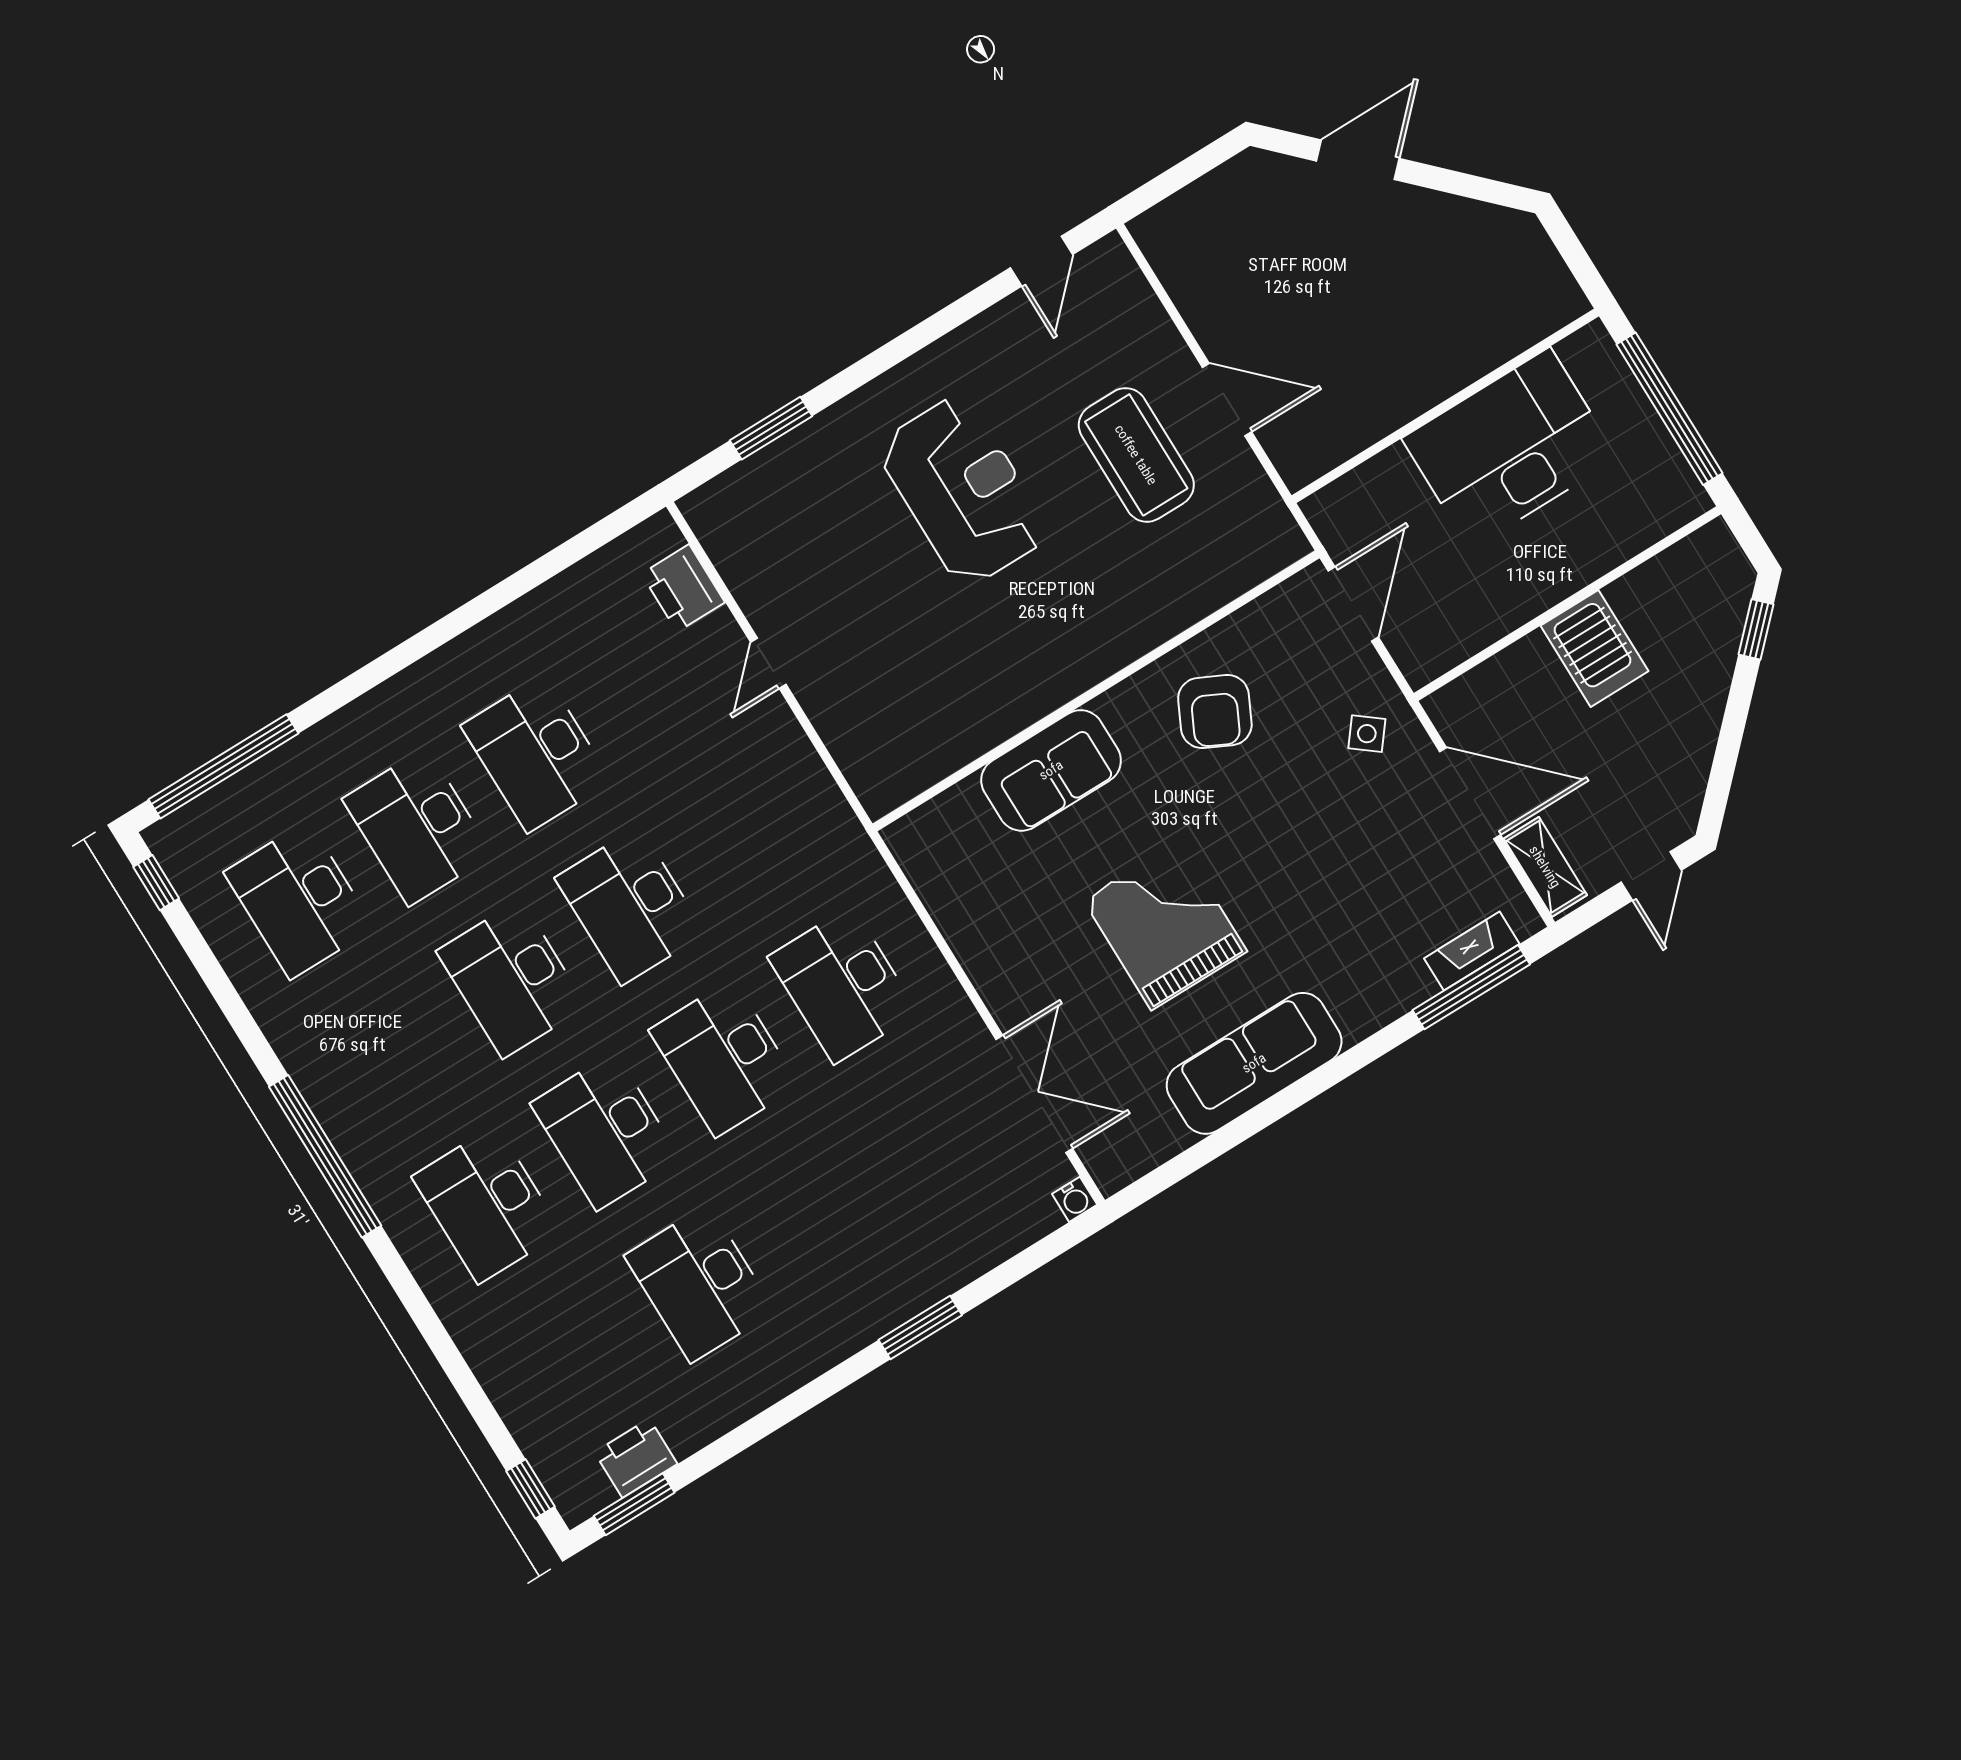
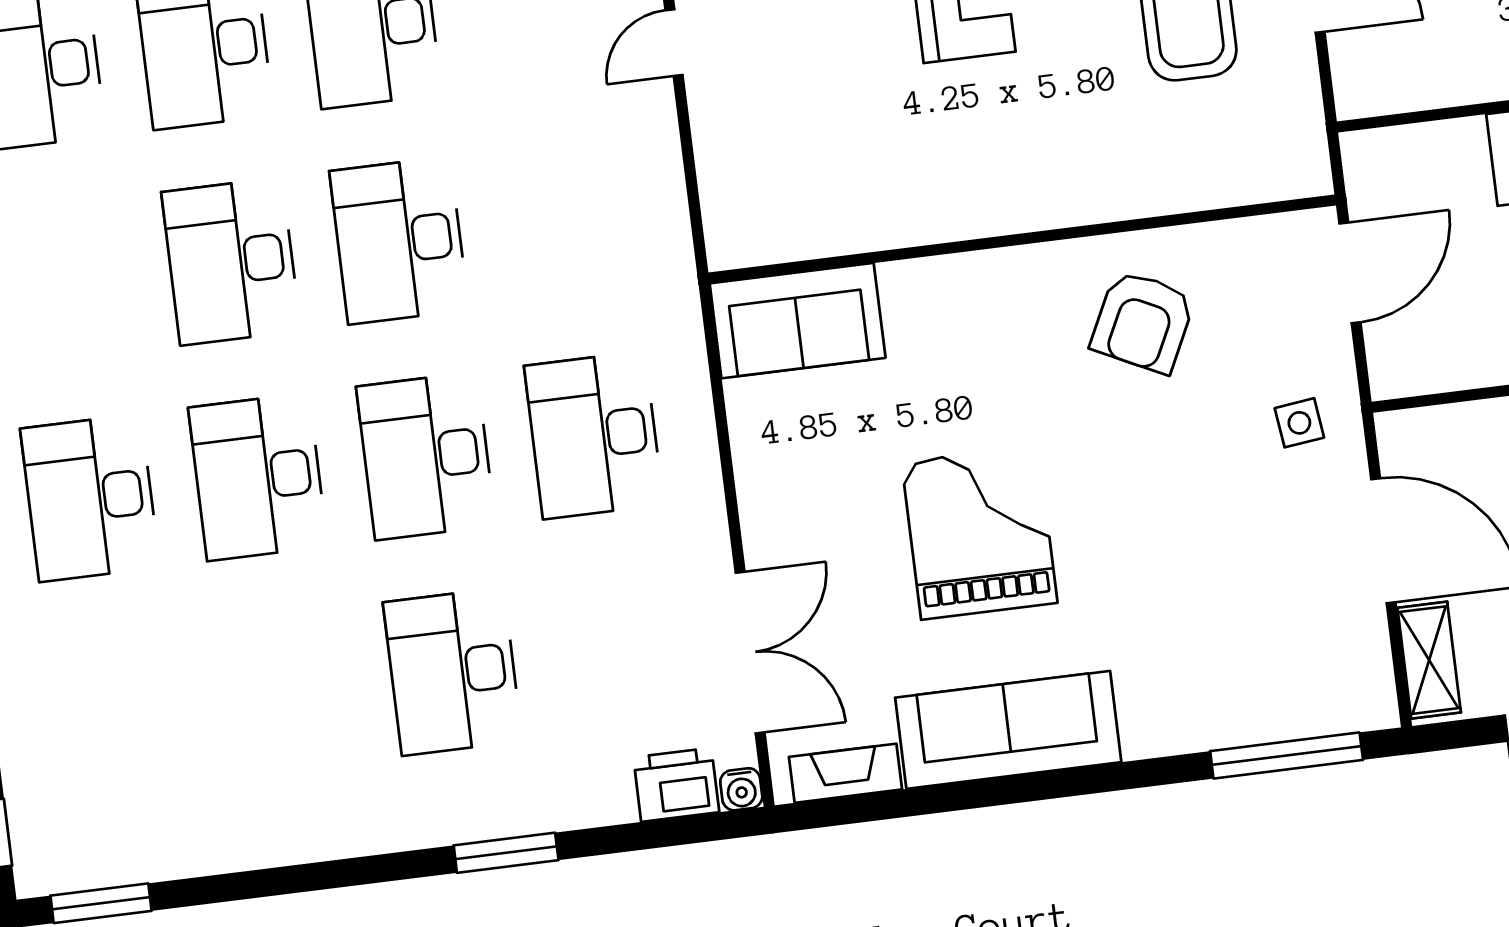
side table: (1367, 734) -> (1299, 423), turned 45
sofa: (1051, 770) -> (798, 321), moved
fireplace: (1472, 951) -> (845, 773), moved
desk: (700, 1283) -> (453, 672), moved
printer: (636, 1458) -> (676, 785), moved

